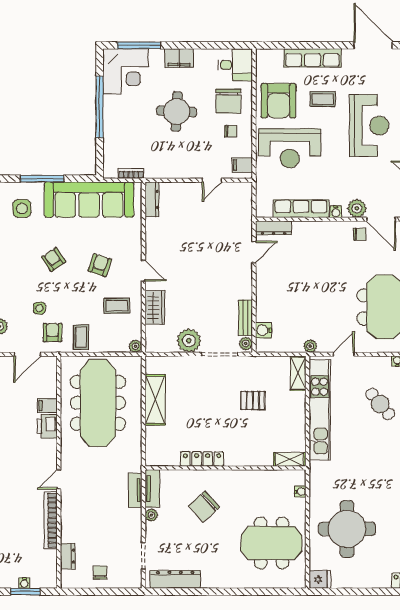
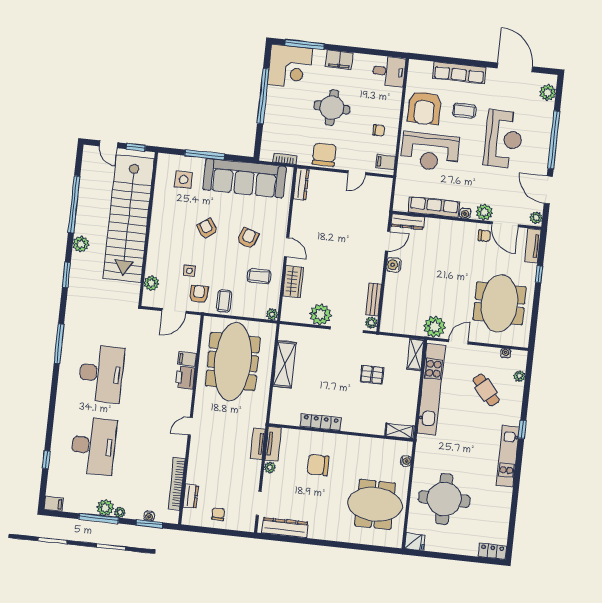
chair: (228, 101) -> (324, 154), moved, turned 180
water cooler: (264, 330) -> (394, 265), moved
plant: (310, 346) -> (435, 327), width x1.88, depth x1.88
chair: (204, 507) -> (318, 465), turned 42
bookcase: (51, 520) -> (177, 484), moved

